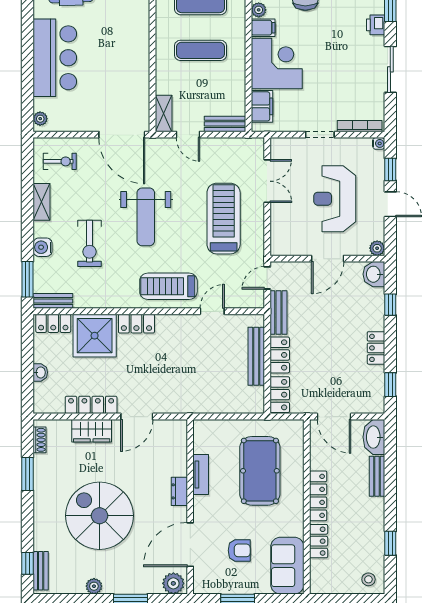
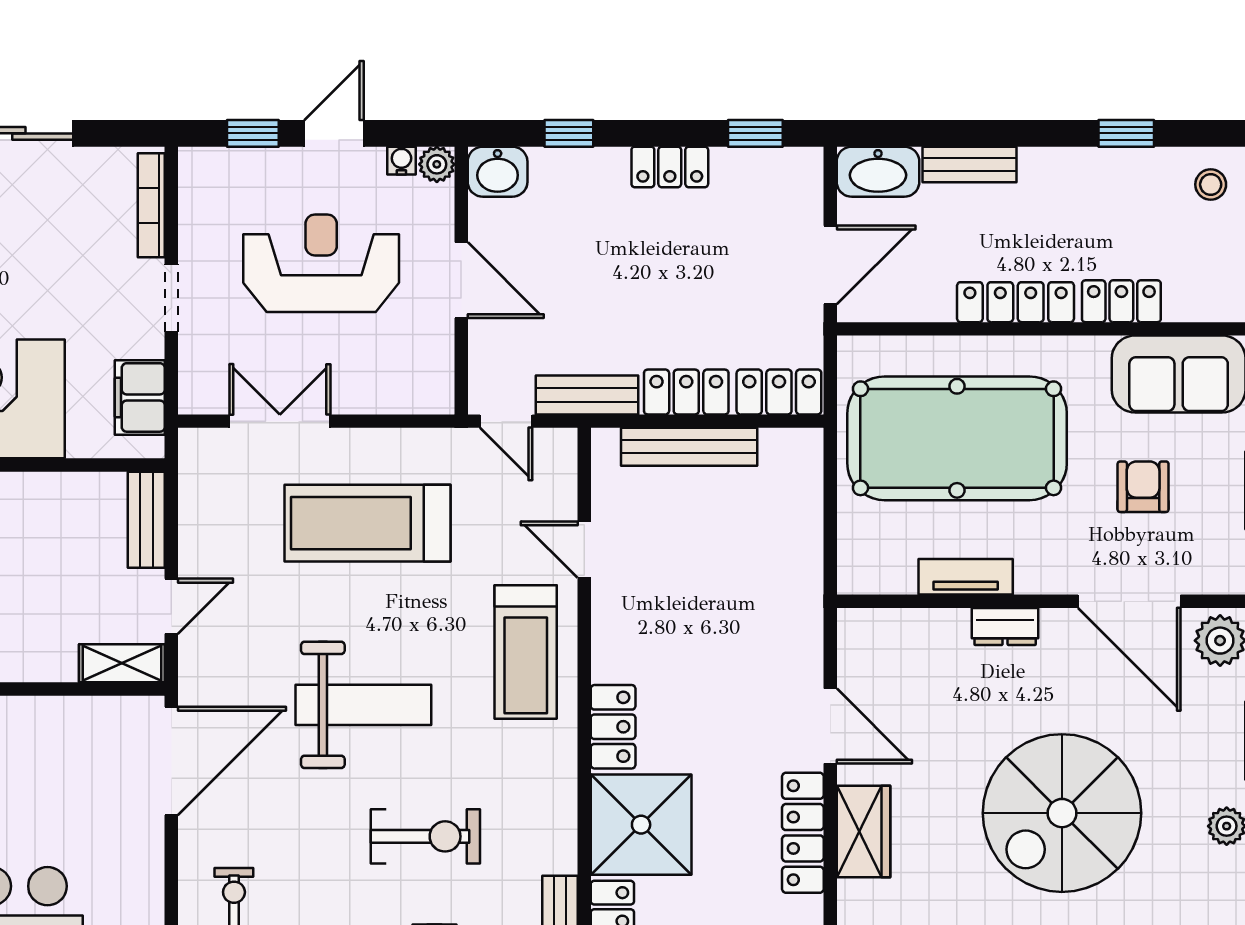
filing cabinet: (262, 106) -> (140, 397), moved, turned -90
water cooler: (379, 143) -> (401, 161), moved
reception desk: (335, 199) -> (321, 263), turned 180
pool table: (260, 471) -> (957, 438), width x1.36, depth x1.32

